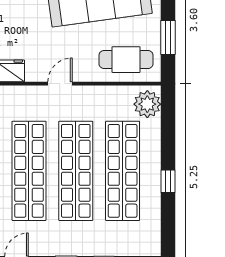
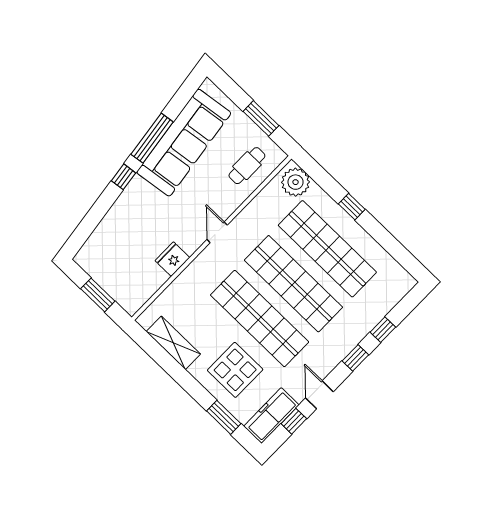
cafe table: (126, 60) -> (247, 166), width x0.73, depth x0.74
window: (168, 181) -> (352, 207), moved

